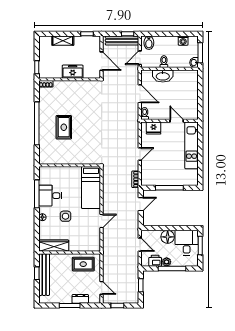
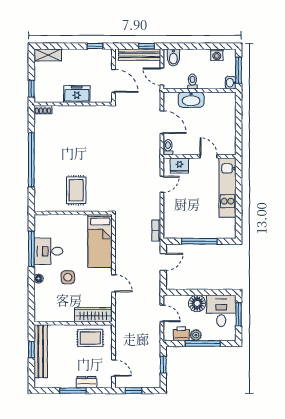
shelving: (63, 41) -> (48, 55), moved
door: (140, 58) -> (162, 76), hinge flipped
rug: (64, 127) -> (76, 190), moved
door: (140, 154) -> (162, 184), moved
door: (102, 221) -> (113, 283), hinge flipped
wardrobe: (54, 246) -> (93, 315), moved

